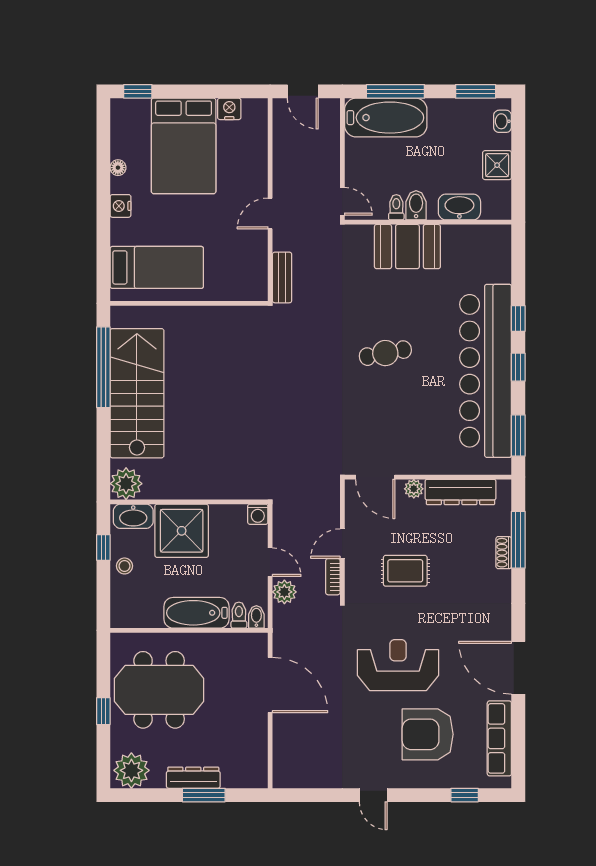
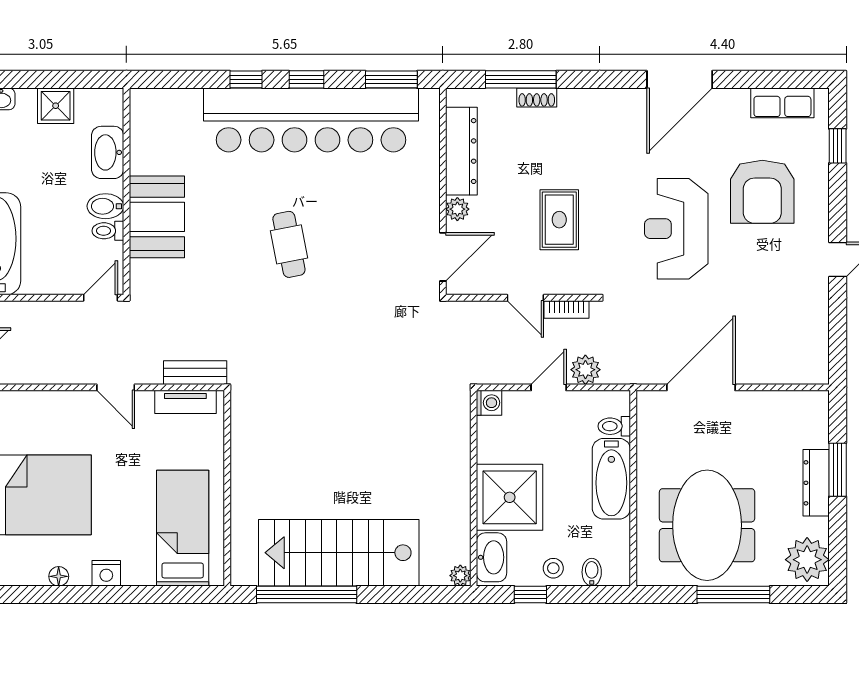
tv unit: (258, 270) -> (185, 402), added
plant: (126, 484) -> (460, 576), width x0.53, depth x0.53
bidet: (256, 617) -> (592, 572), moved, turned 90
window: (103, 711) -> (733, 595), width x2.17
row of seats: (499, 738) -> (782, 103), width x0.68

